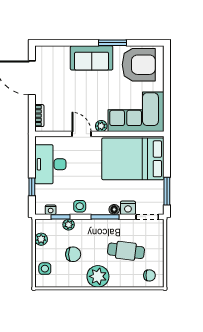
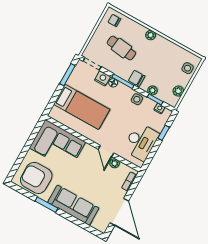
sofa: (92, 58) -> (73, 205), width x1.36
plant: (101, 126) -> (115, 163), moved
bed: (133, 159) -> (82, 107), width x0.67
chair: (73, 254) -> (137, 78), moved
plant: (98, 276) -> (151, 35), width x0.53, depth x0.53

